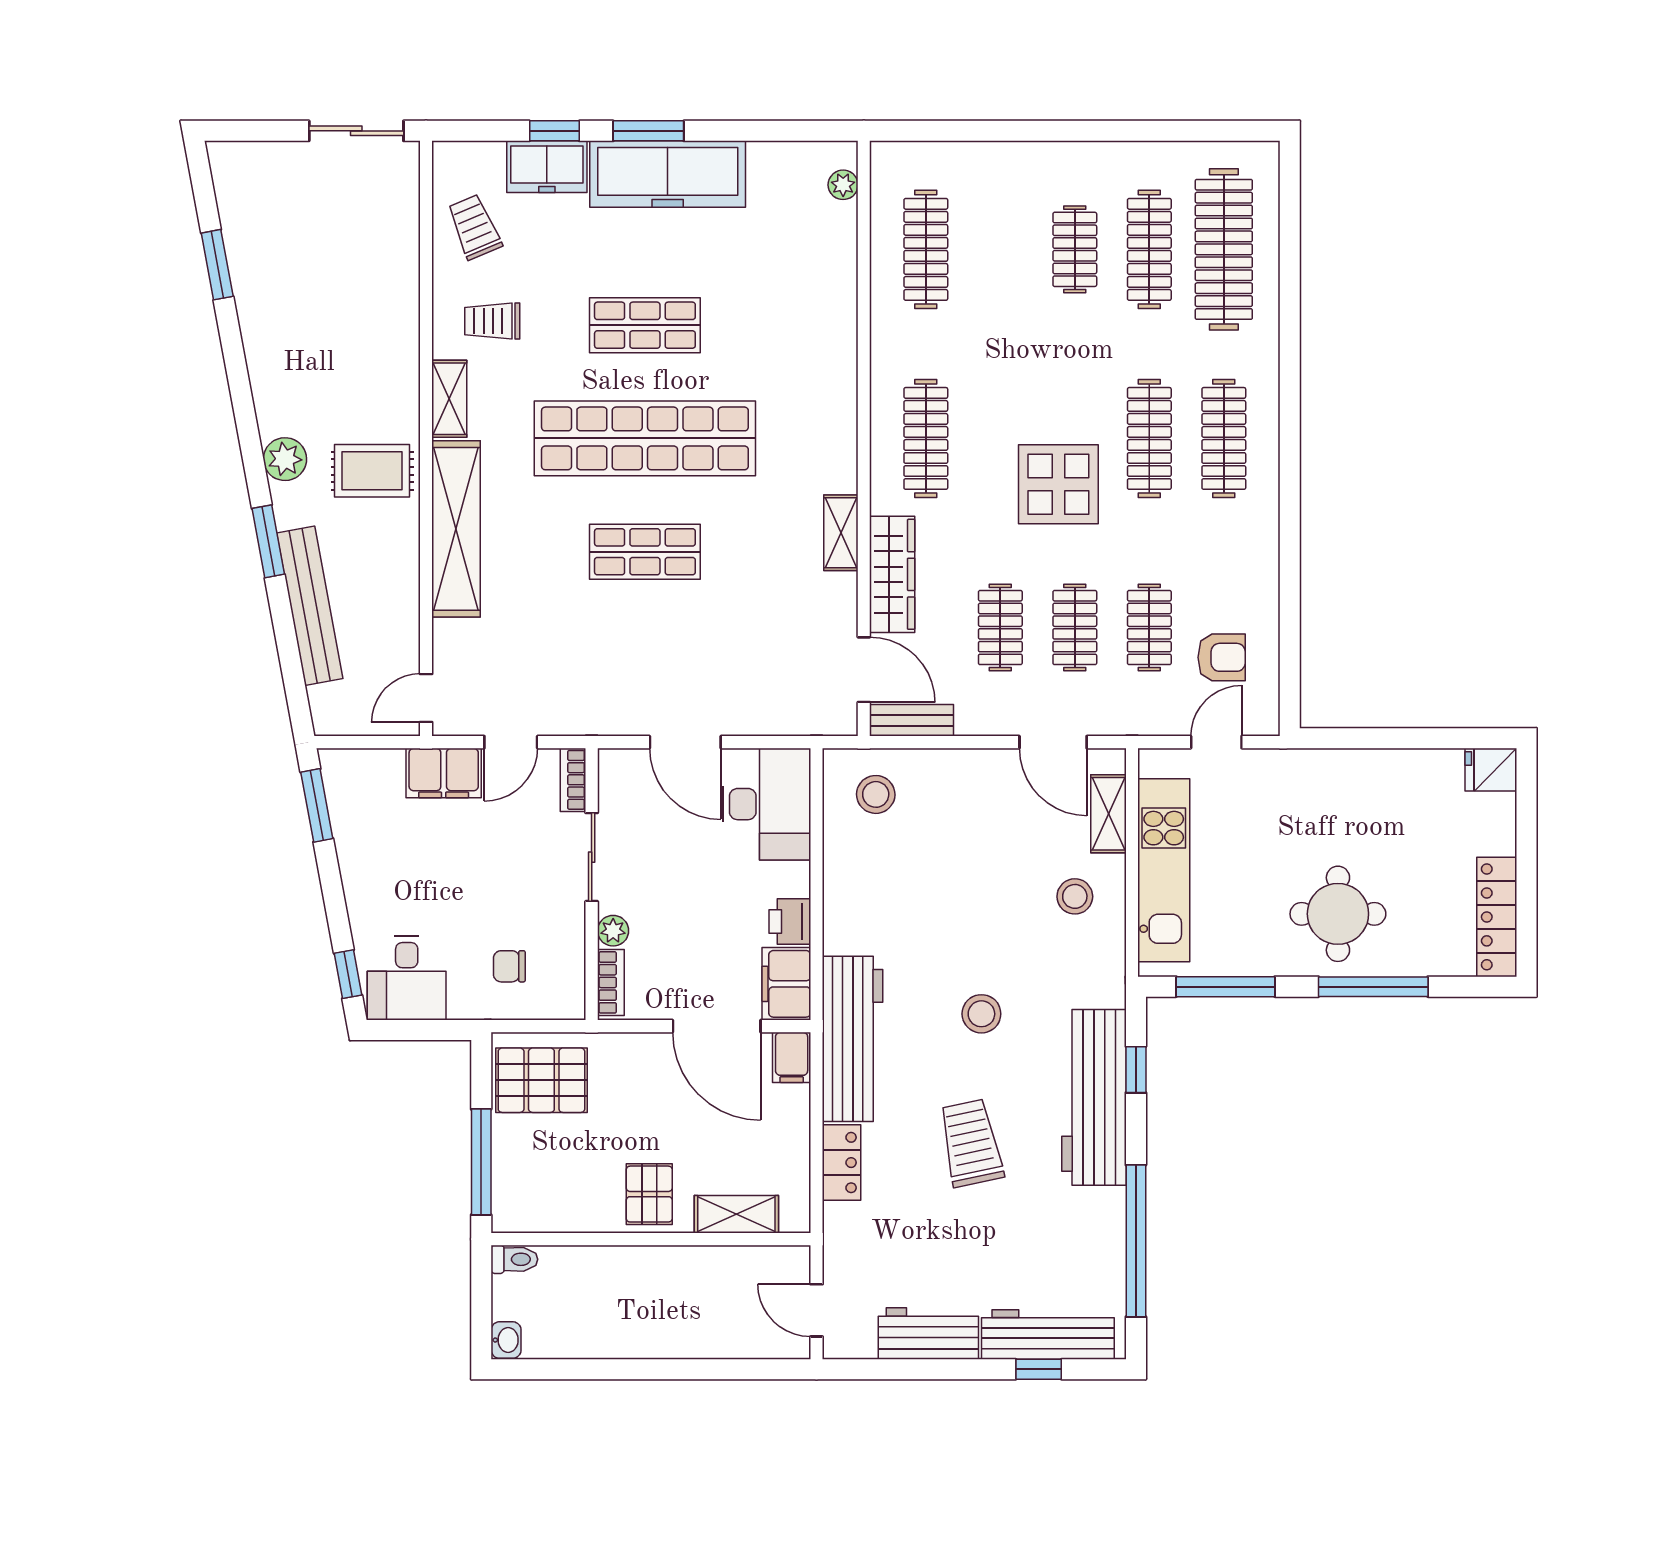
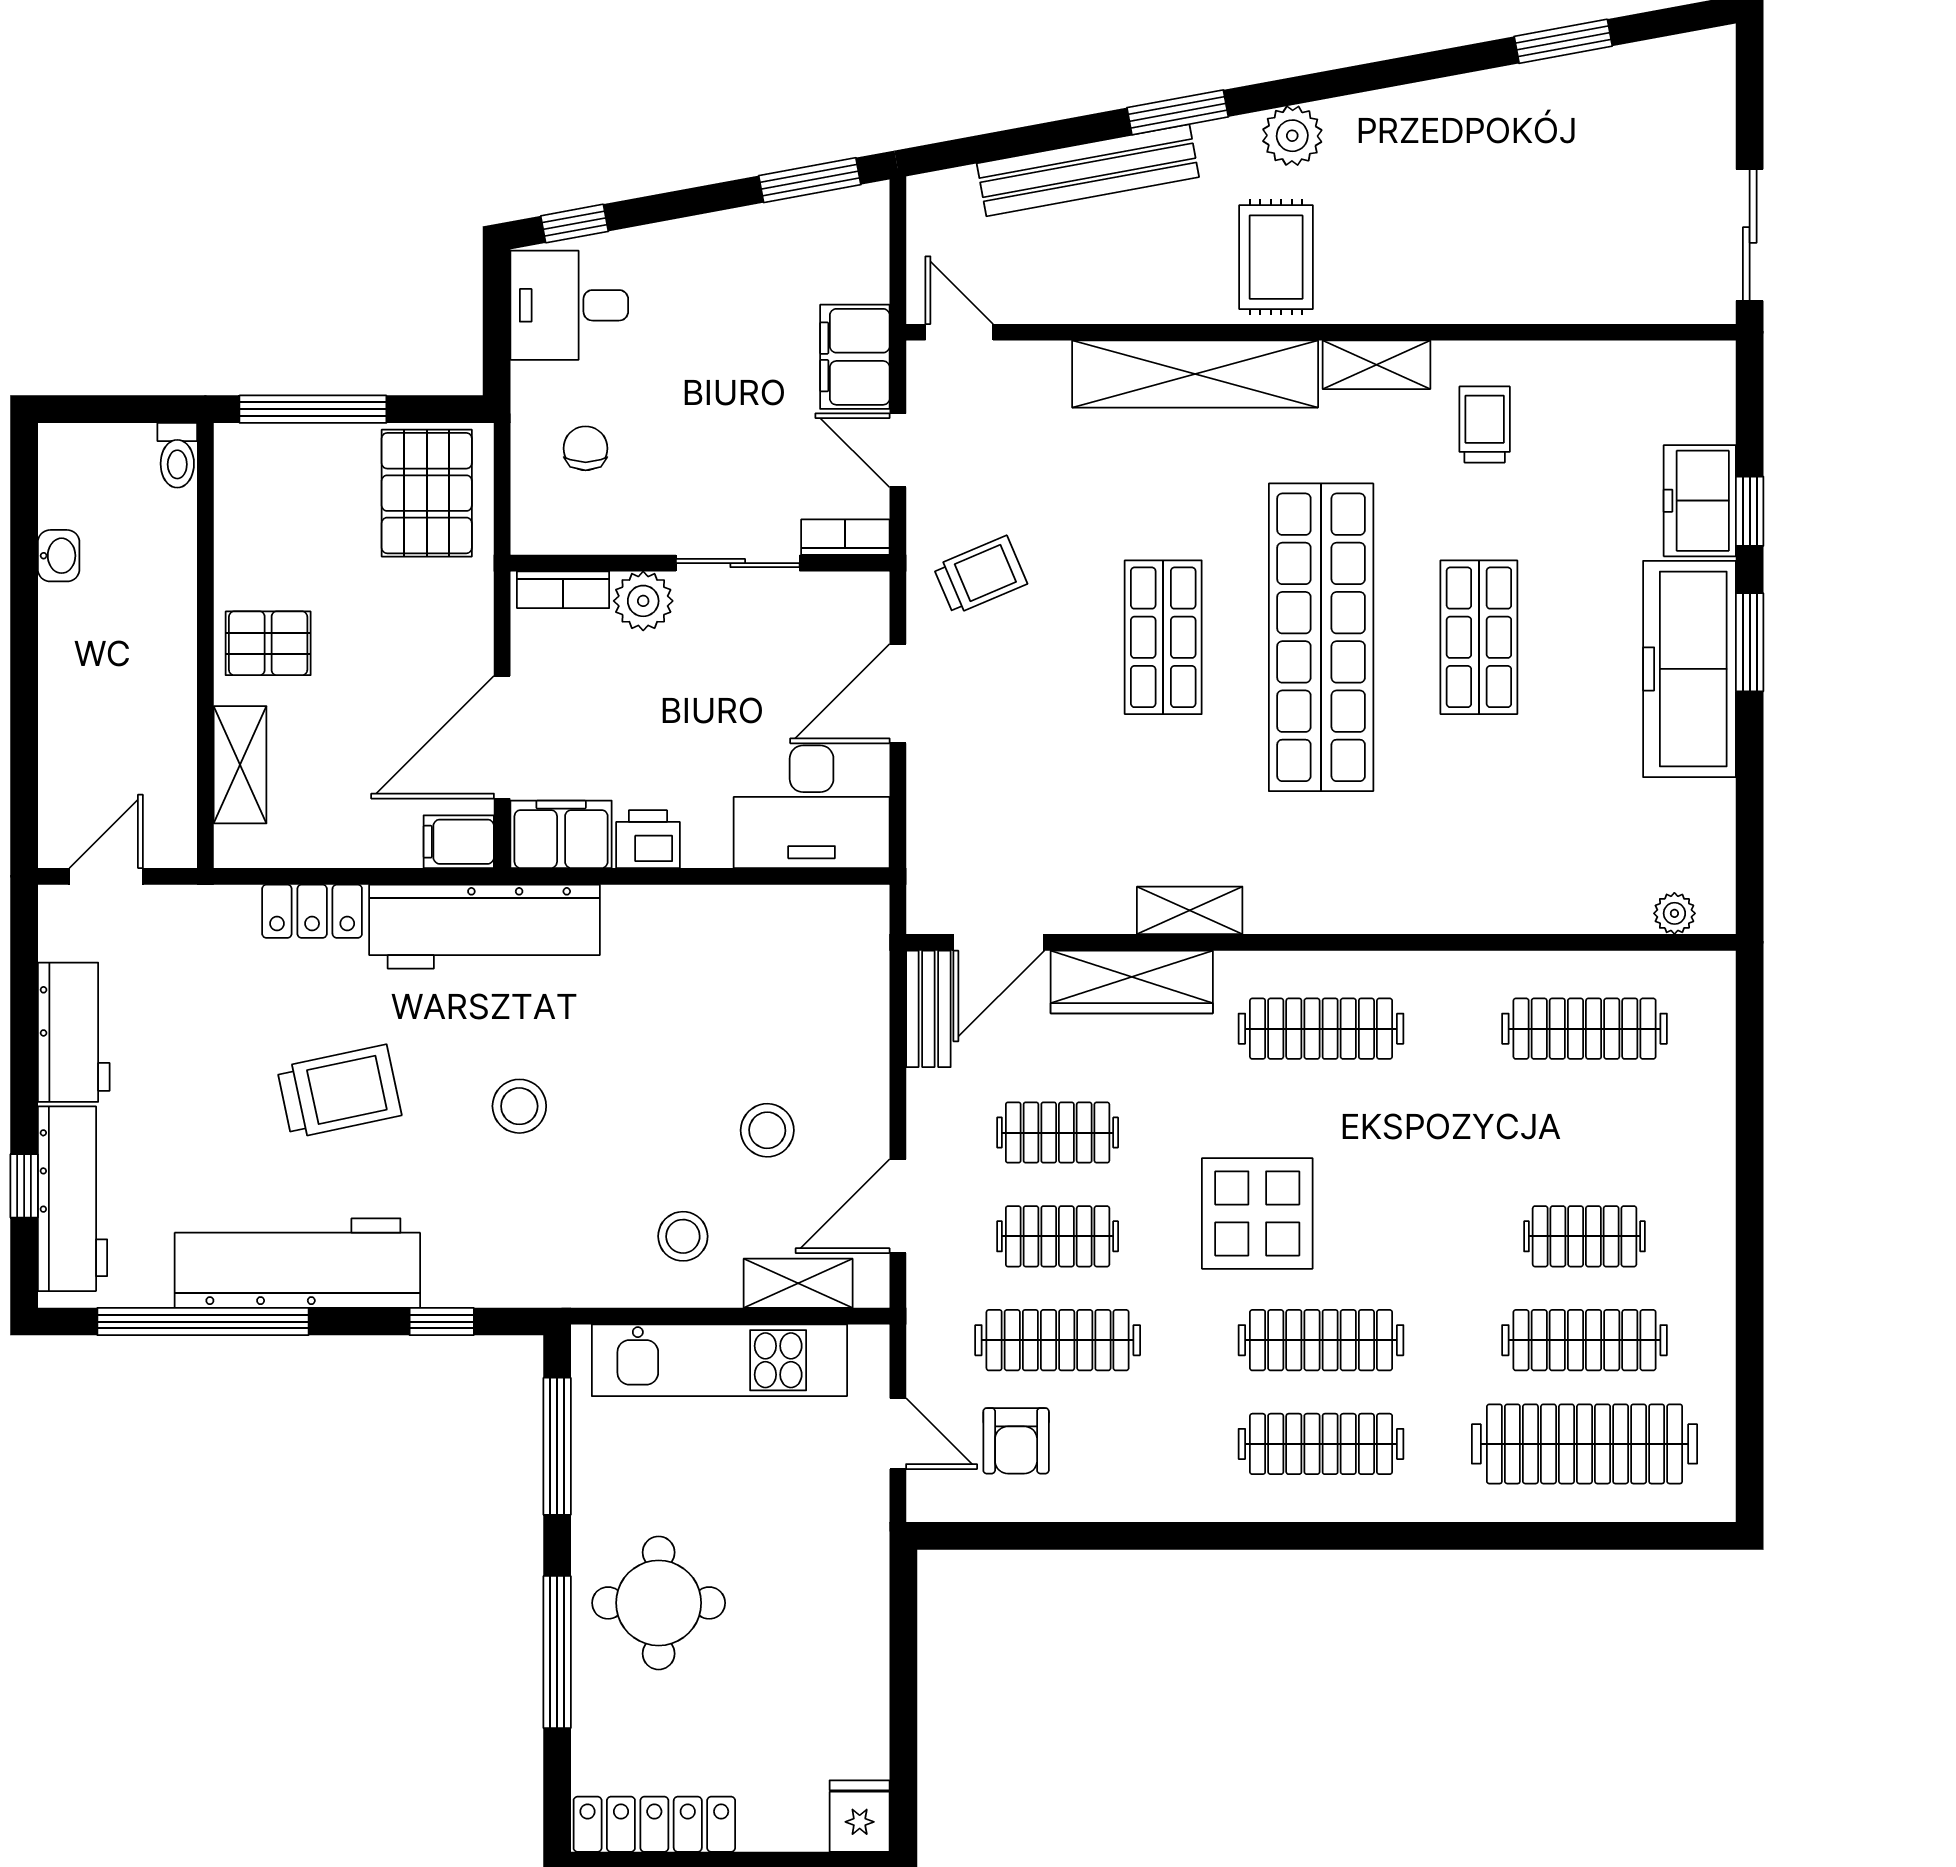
trolley: (474, 227) -> (980, 575), moved
clothes rail: (1149, 628) -> (1058, 1340), width x1.36
stool: (876, 794) -> (767, 1130), moved
plant: (613, 931) -> (643, 601), width x1.38, depth x1.38
workbench: (1094, 1097) -> (297, 1263), moved
washbasin: (506, 1340) -> (59, 556), moved, turned -90

